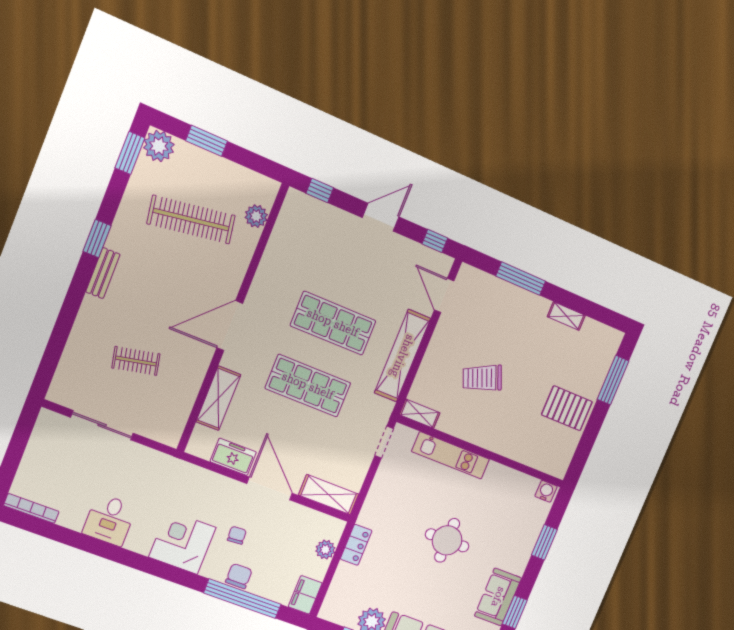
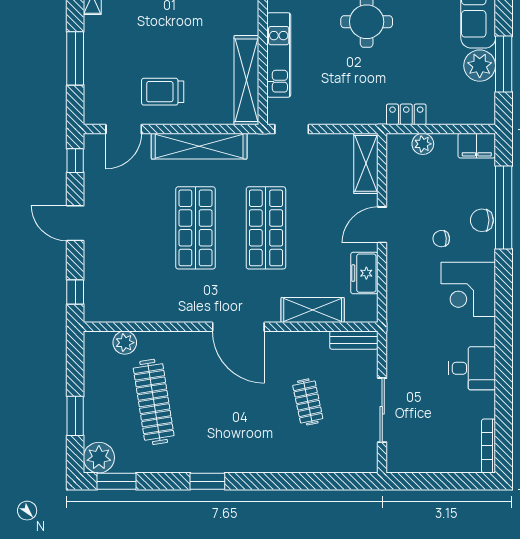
bench: (103, 273) -> (354, 340), moved
trolley: (482, 378) -> (163, 92), moved, turned 113
shelving: (420, 414) -> (246, 80), width x2.20, depth x1.33
door: (270, 488) -> (382, 225), width x0.73

